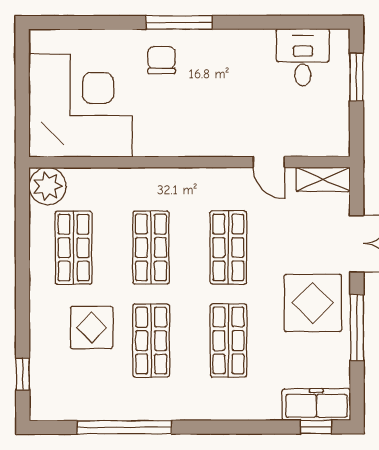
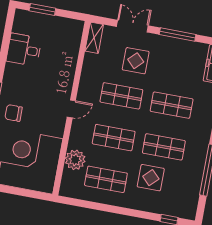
desk: (303, 57) -> (24, 50), moved
door: (269, 162) -> (71, 109), moved
plant: (48, 186) -> (75, 160), moved
display table: (313, 303) -> (136, 61), moved, width x0.73, depth x0.73

